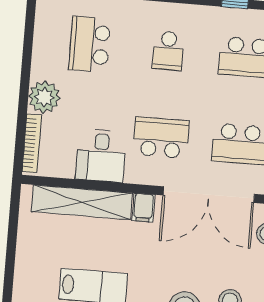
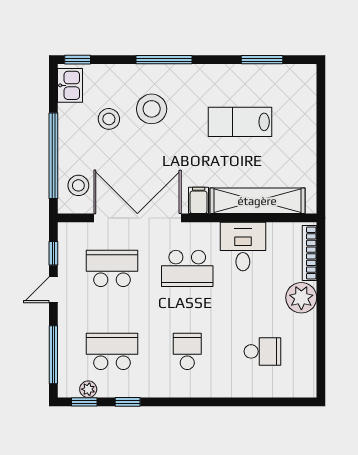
school desk: (90, 44) -> (262, 351), width x0.54

